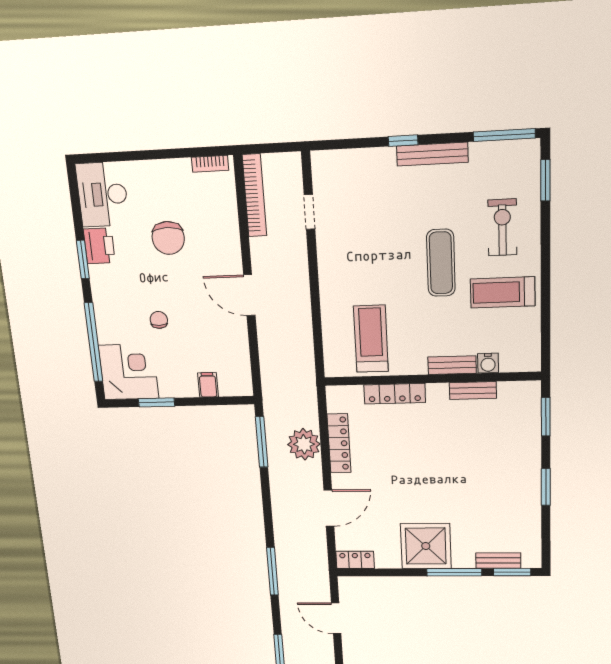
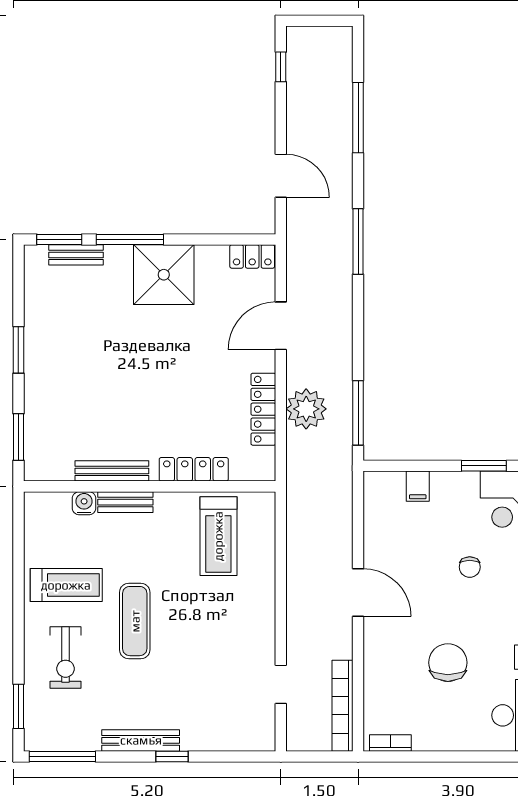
bench: (473, 390) -> (112, 471), width x1.36

